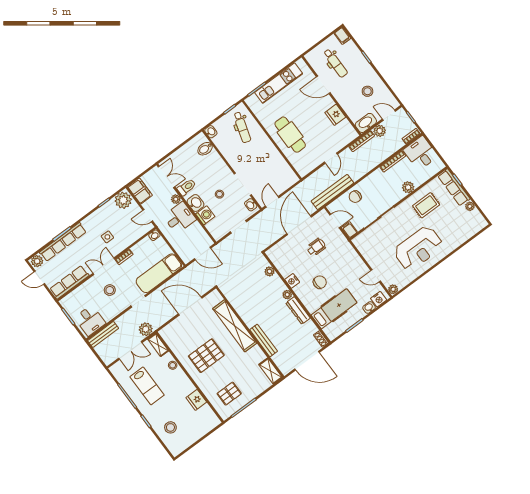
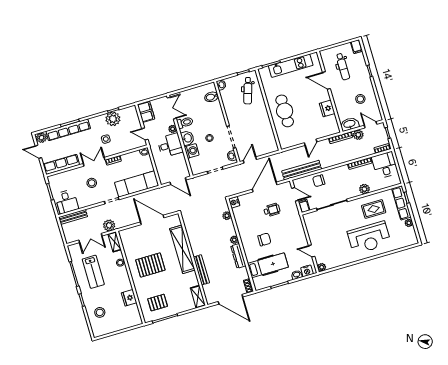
plant: (123, 200) -> (113, 119), moved
reception desk: (418, 248) -> (369, 238), moved
nightstand: (292, 281) -> (234, 202), moved

